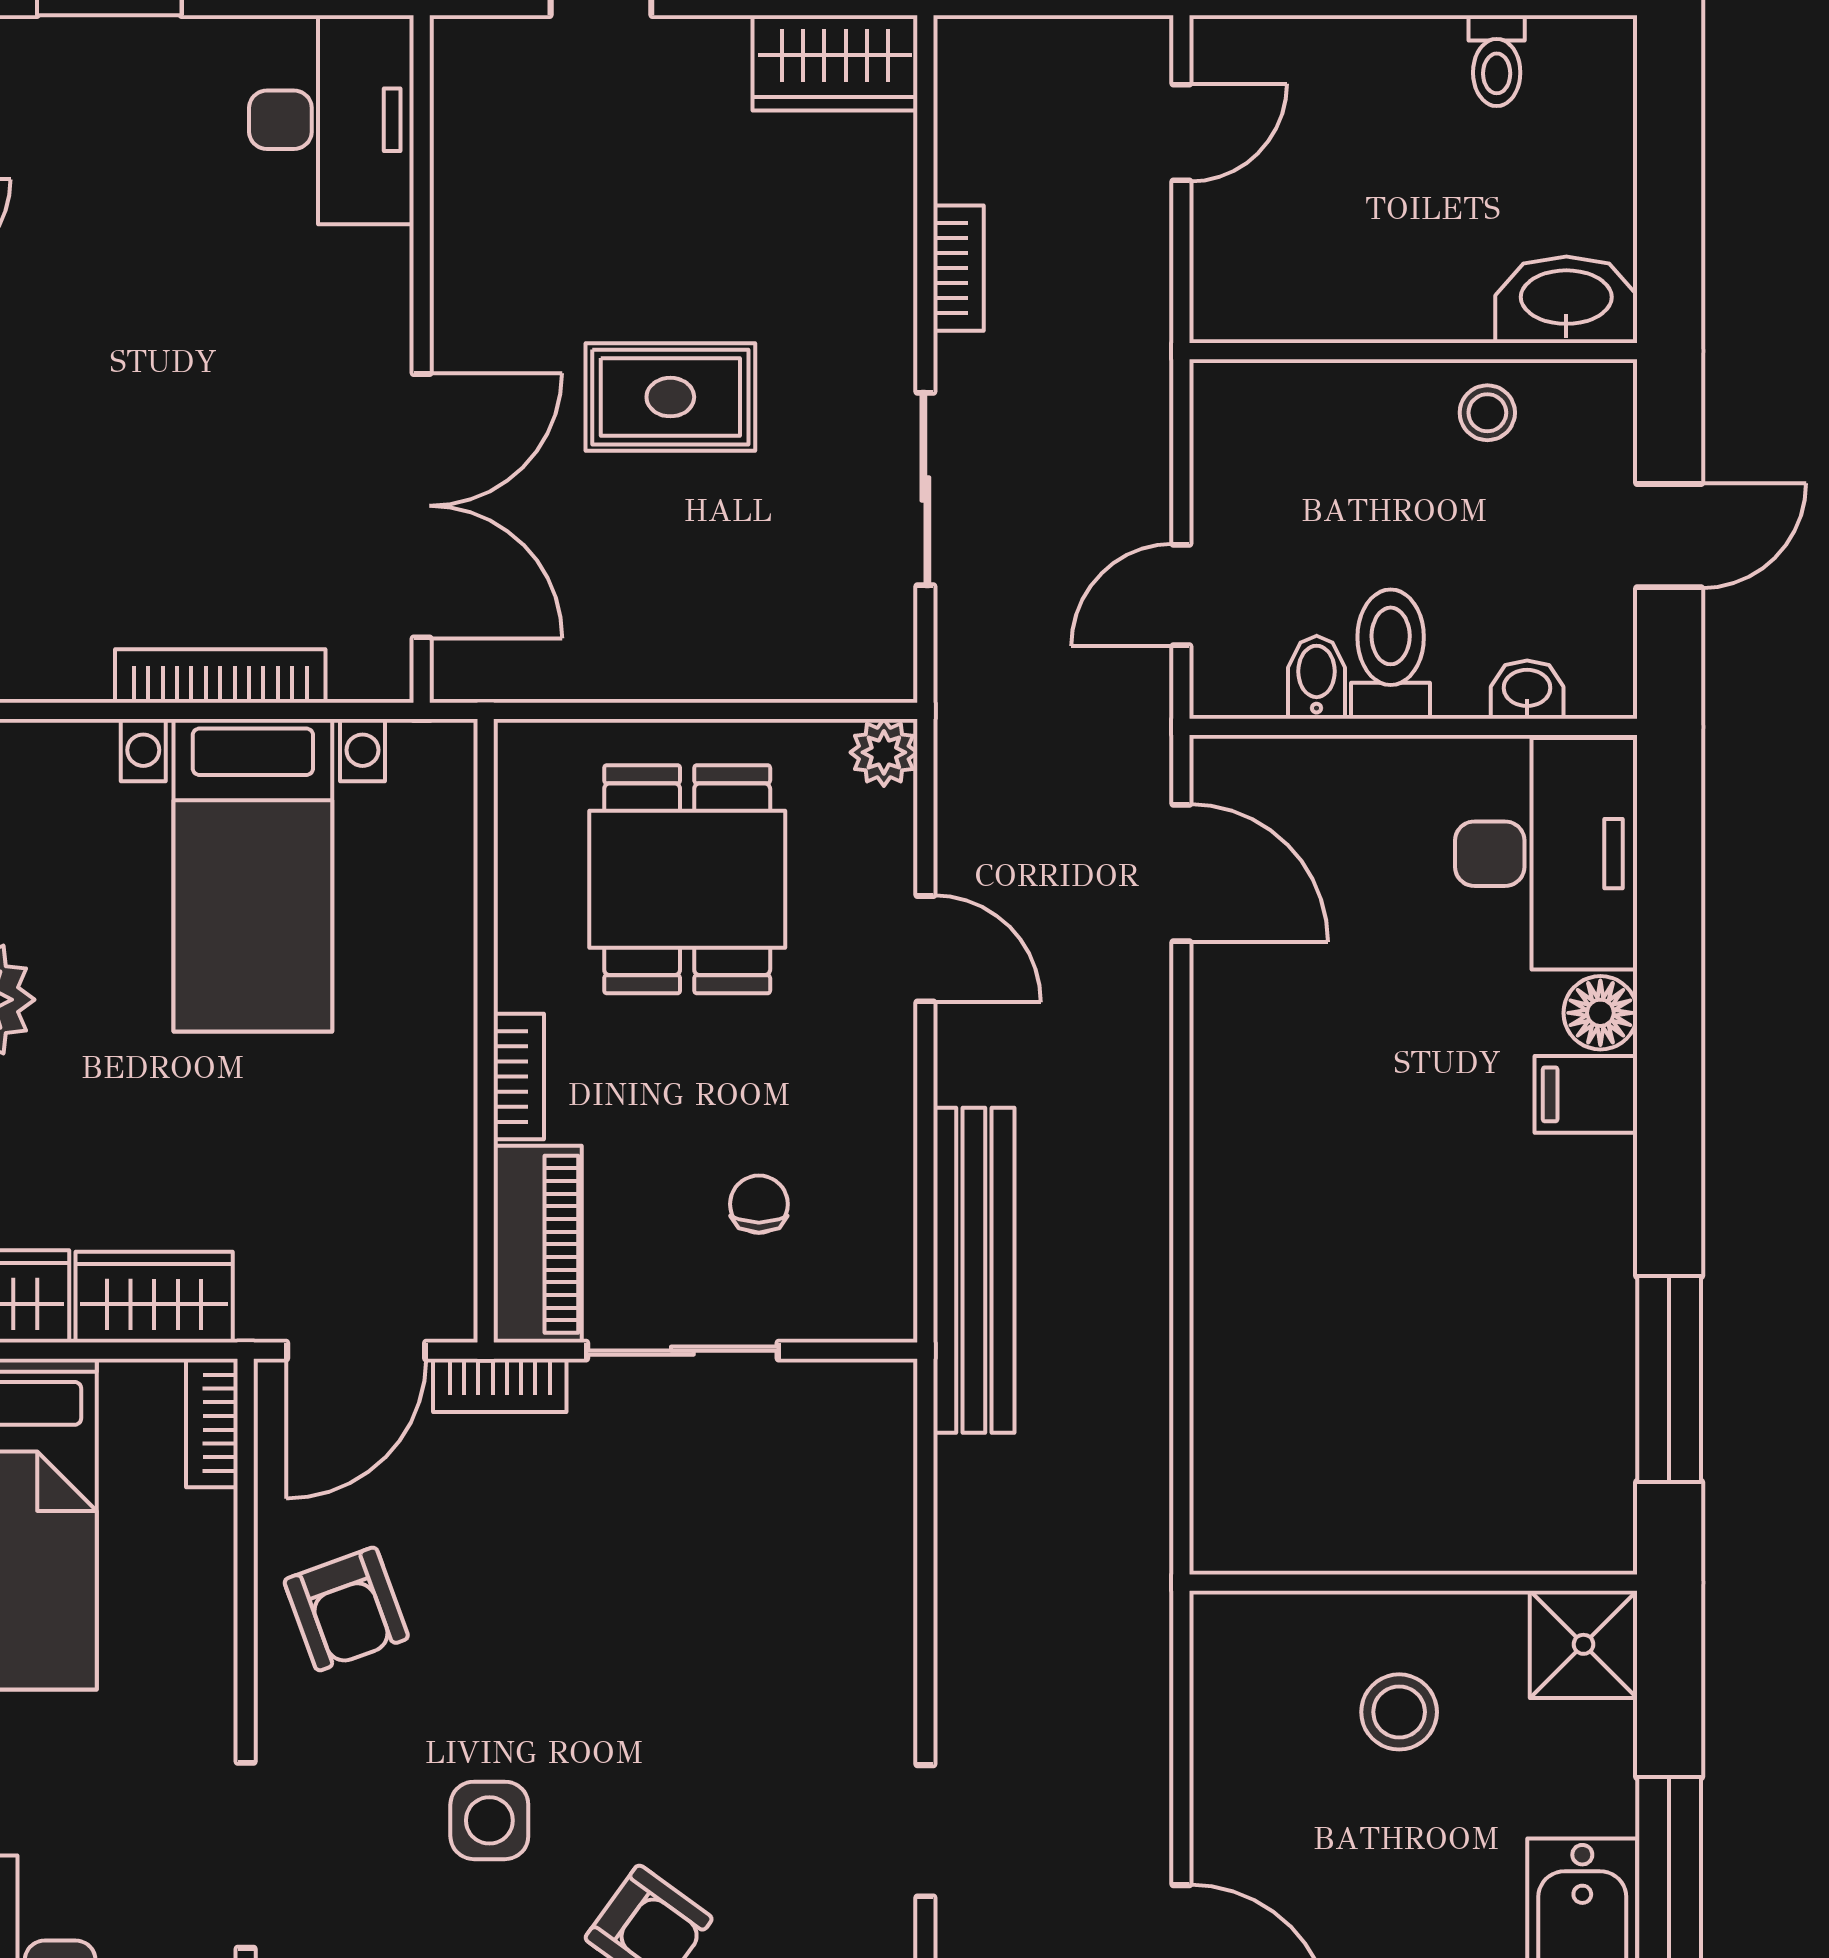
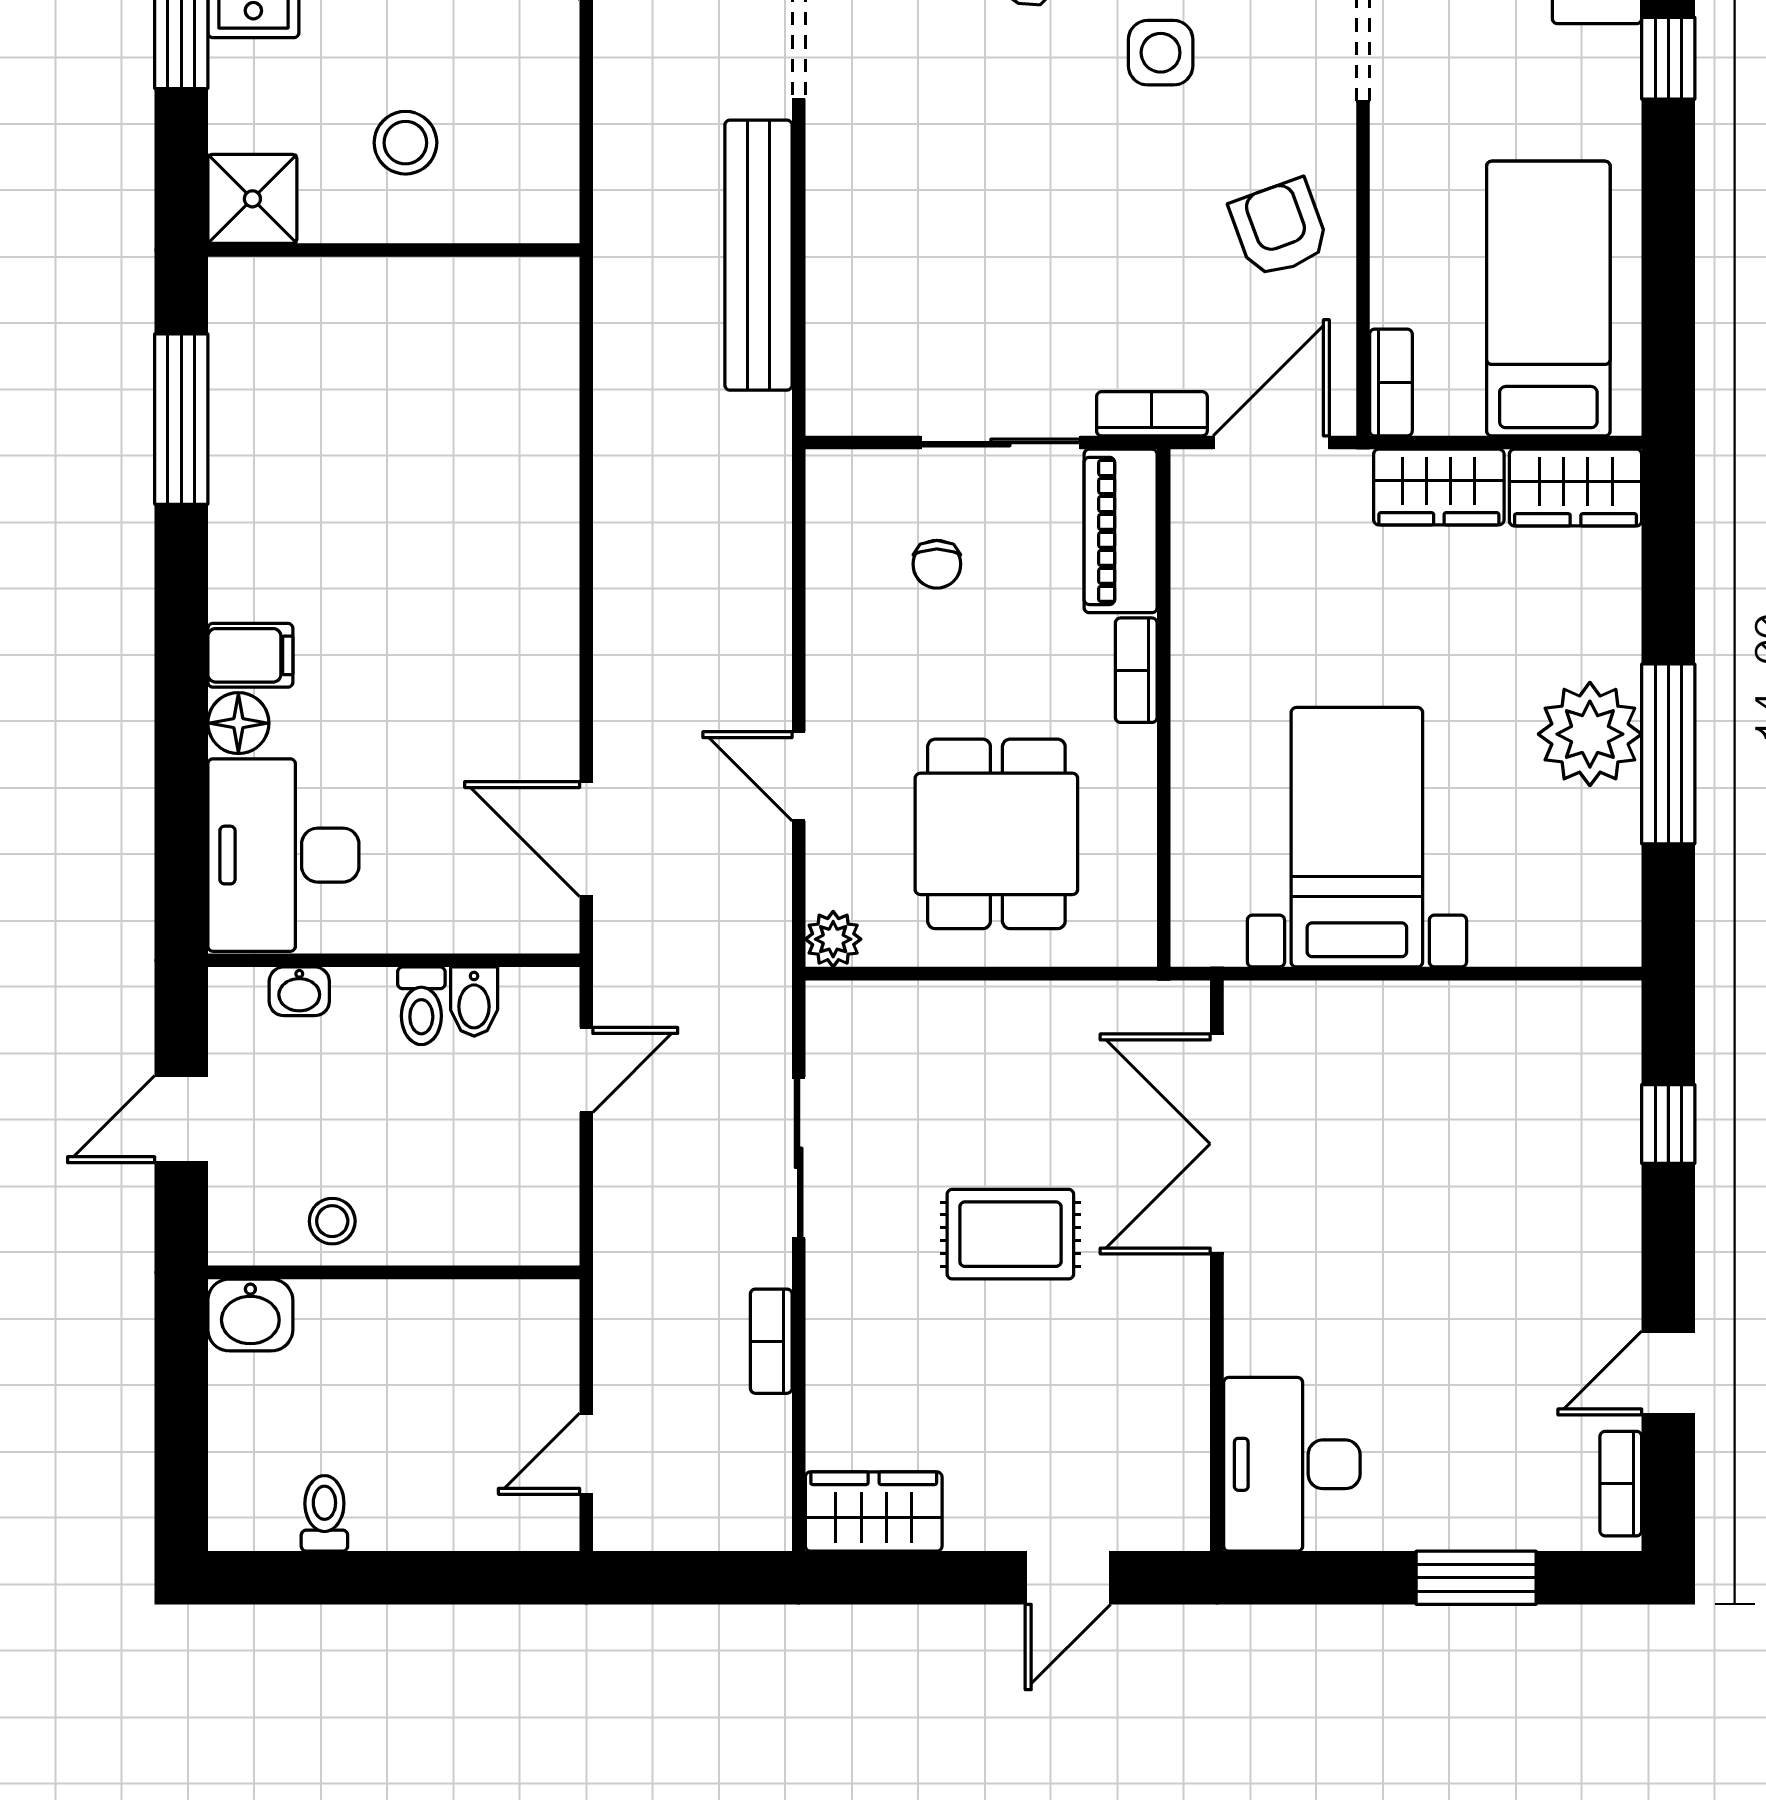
washbasin: (1566, 300) -> (250, 1315), width x0.72
toilet: (1391, 654) -> (421, 1006), width x0.73, depth x0.72
bookcase: (220, 676) -> (1384, 1003), removed
bench: (974, 1270) -> (758, 255), moved

